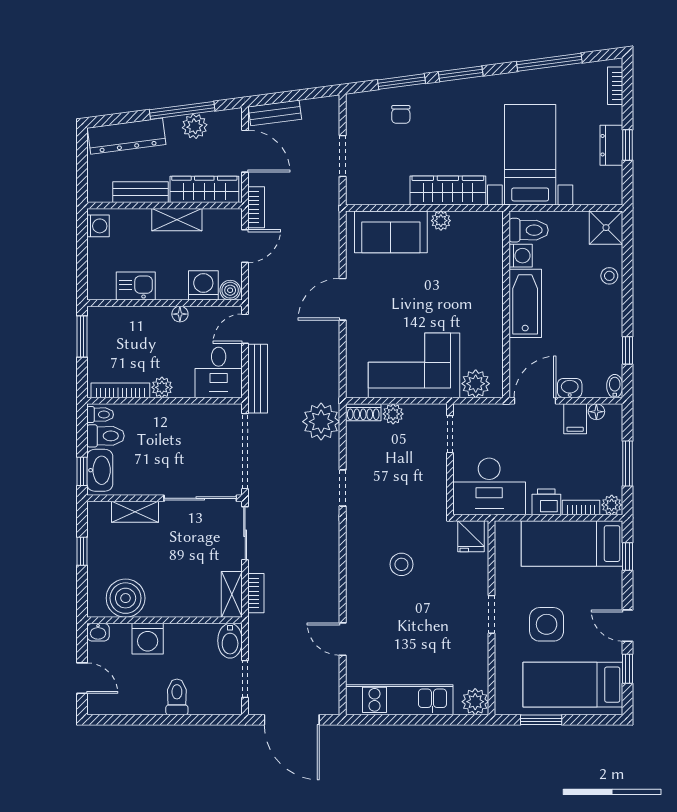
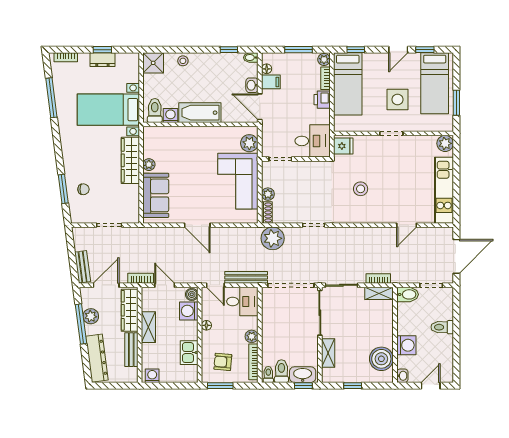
window: (461, 74) -> (58, 152), removed
armchair: (121, 341) -> (223, 362), added
desk: (489, 486) -> (313, 141), width x0.73

